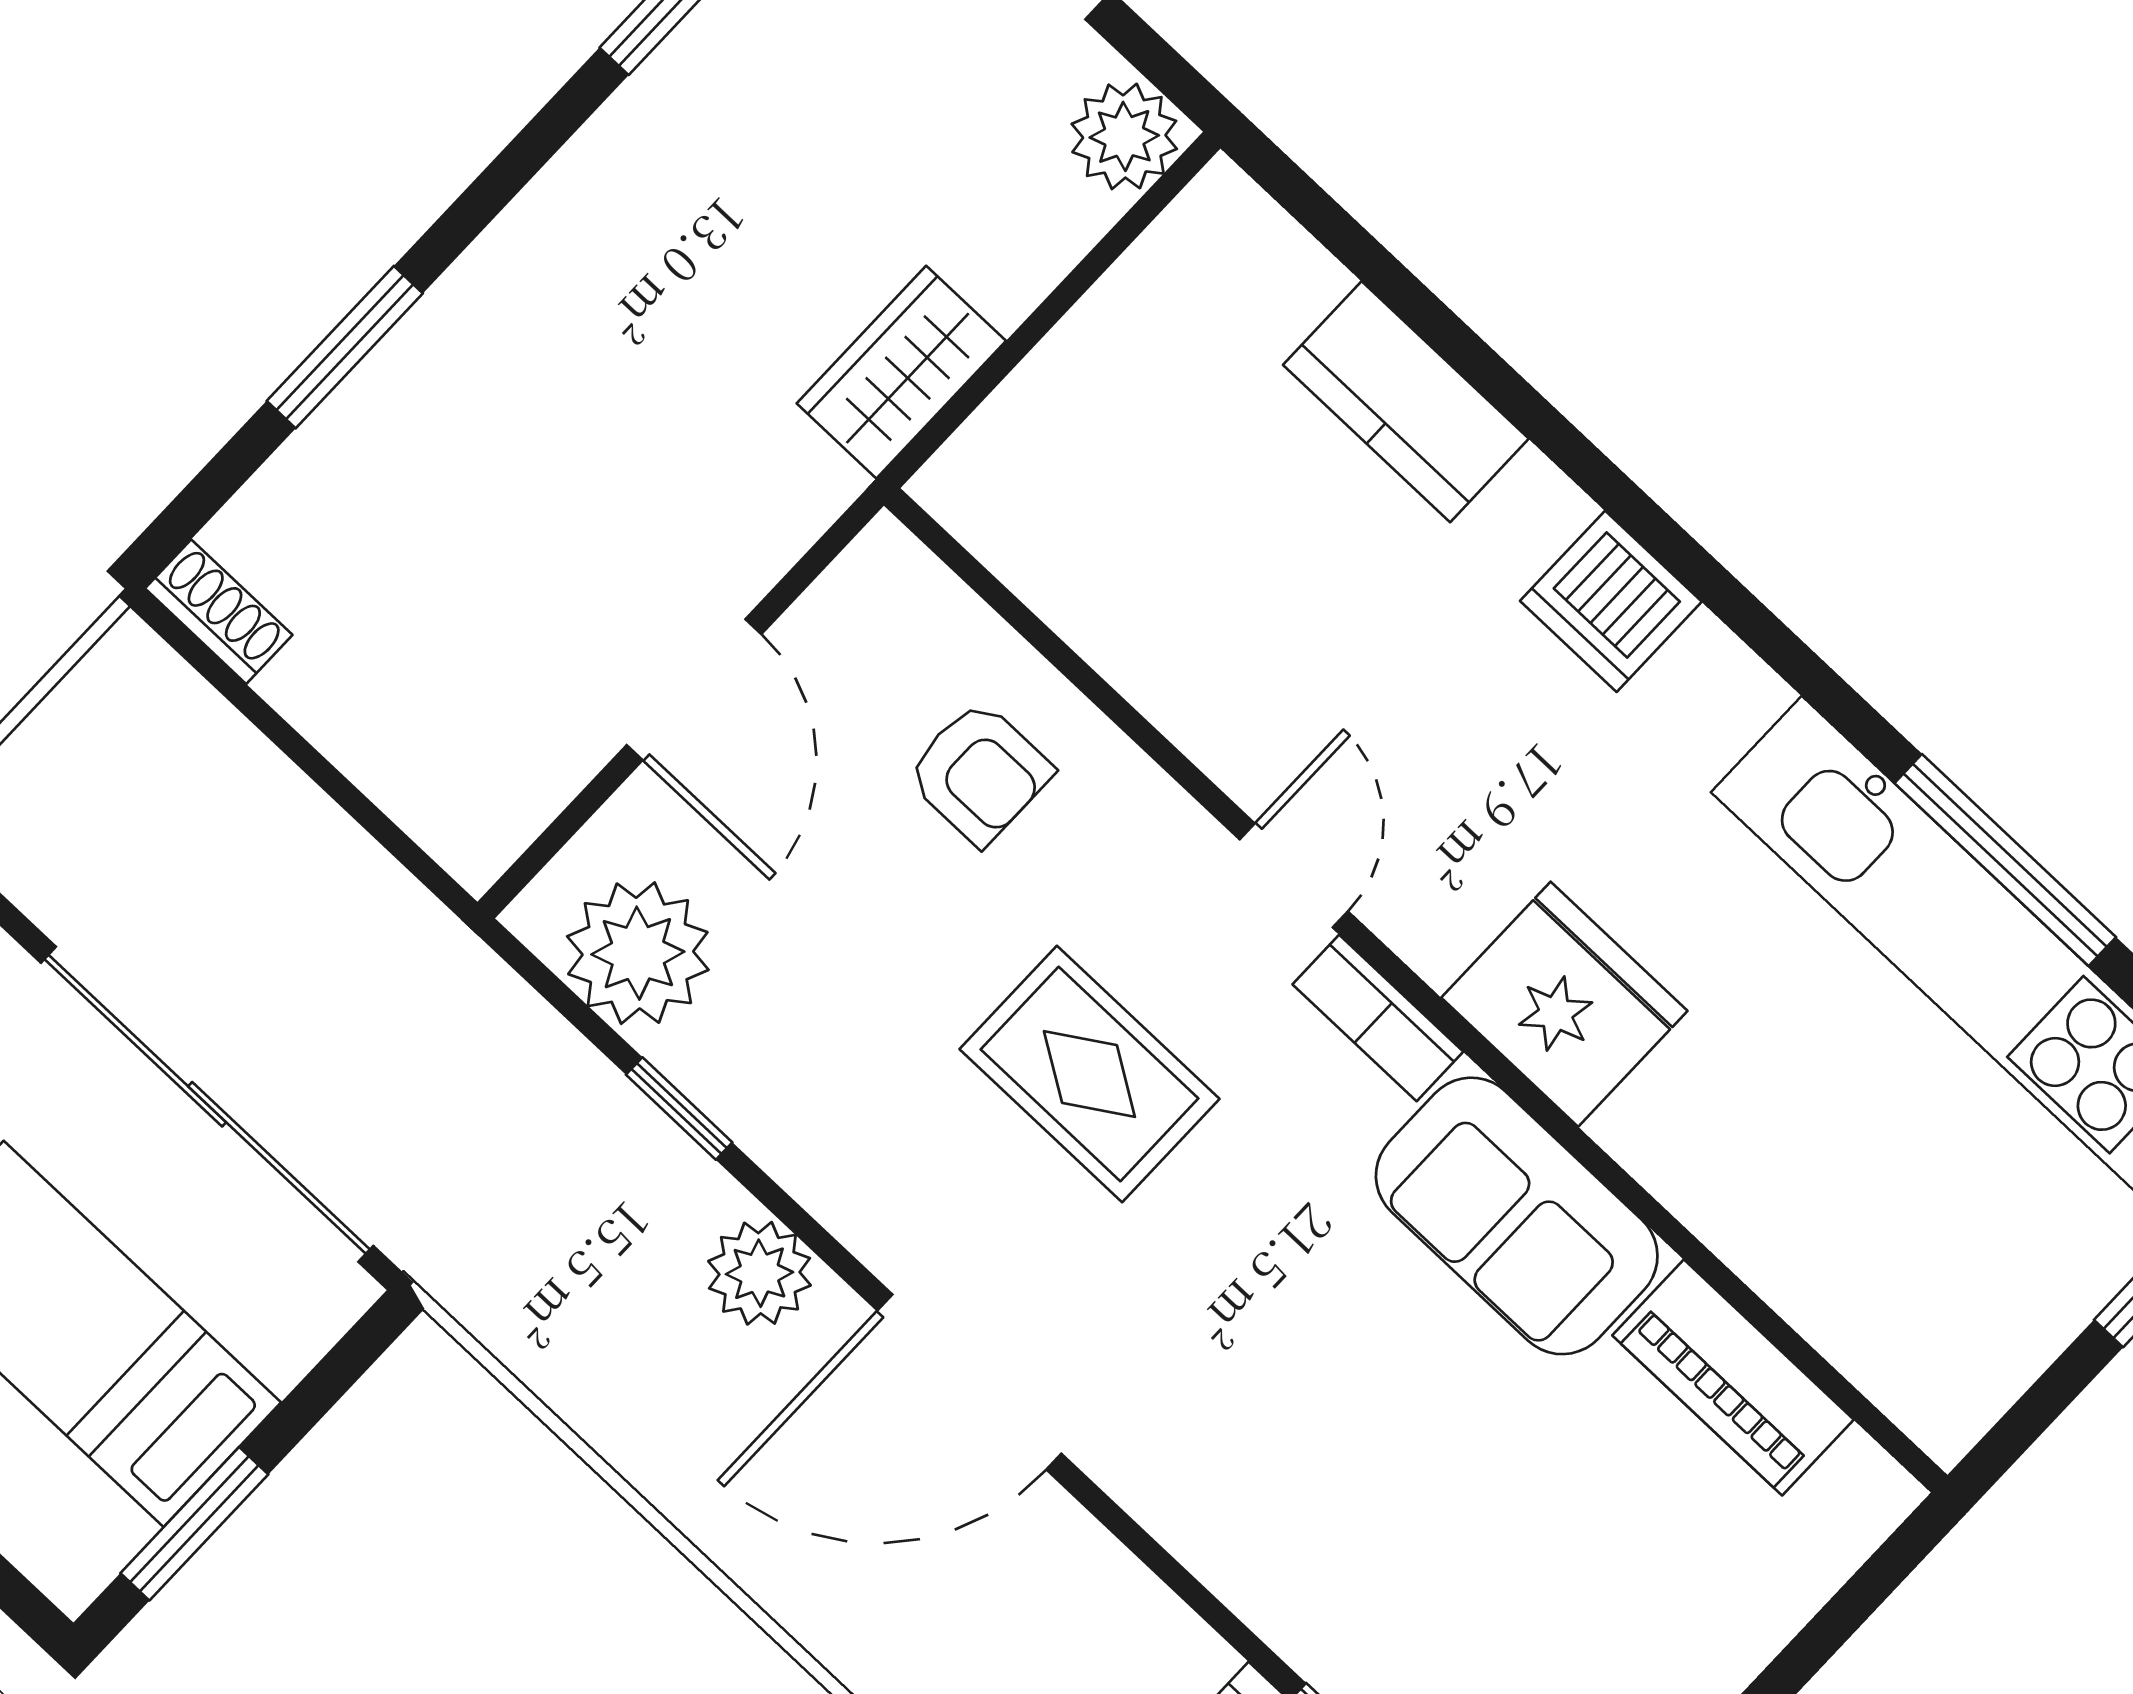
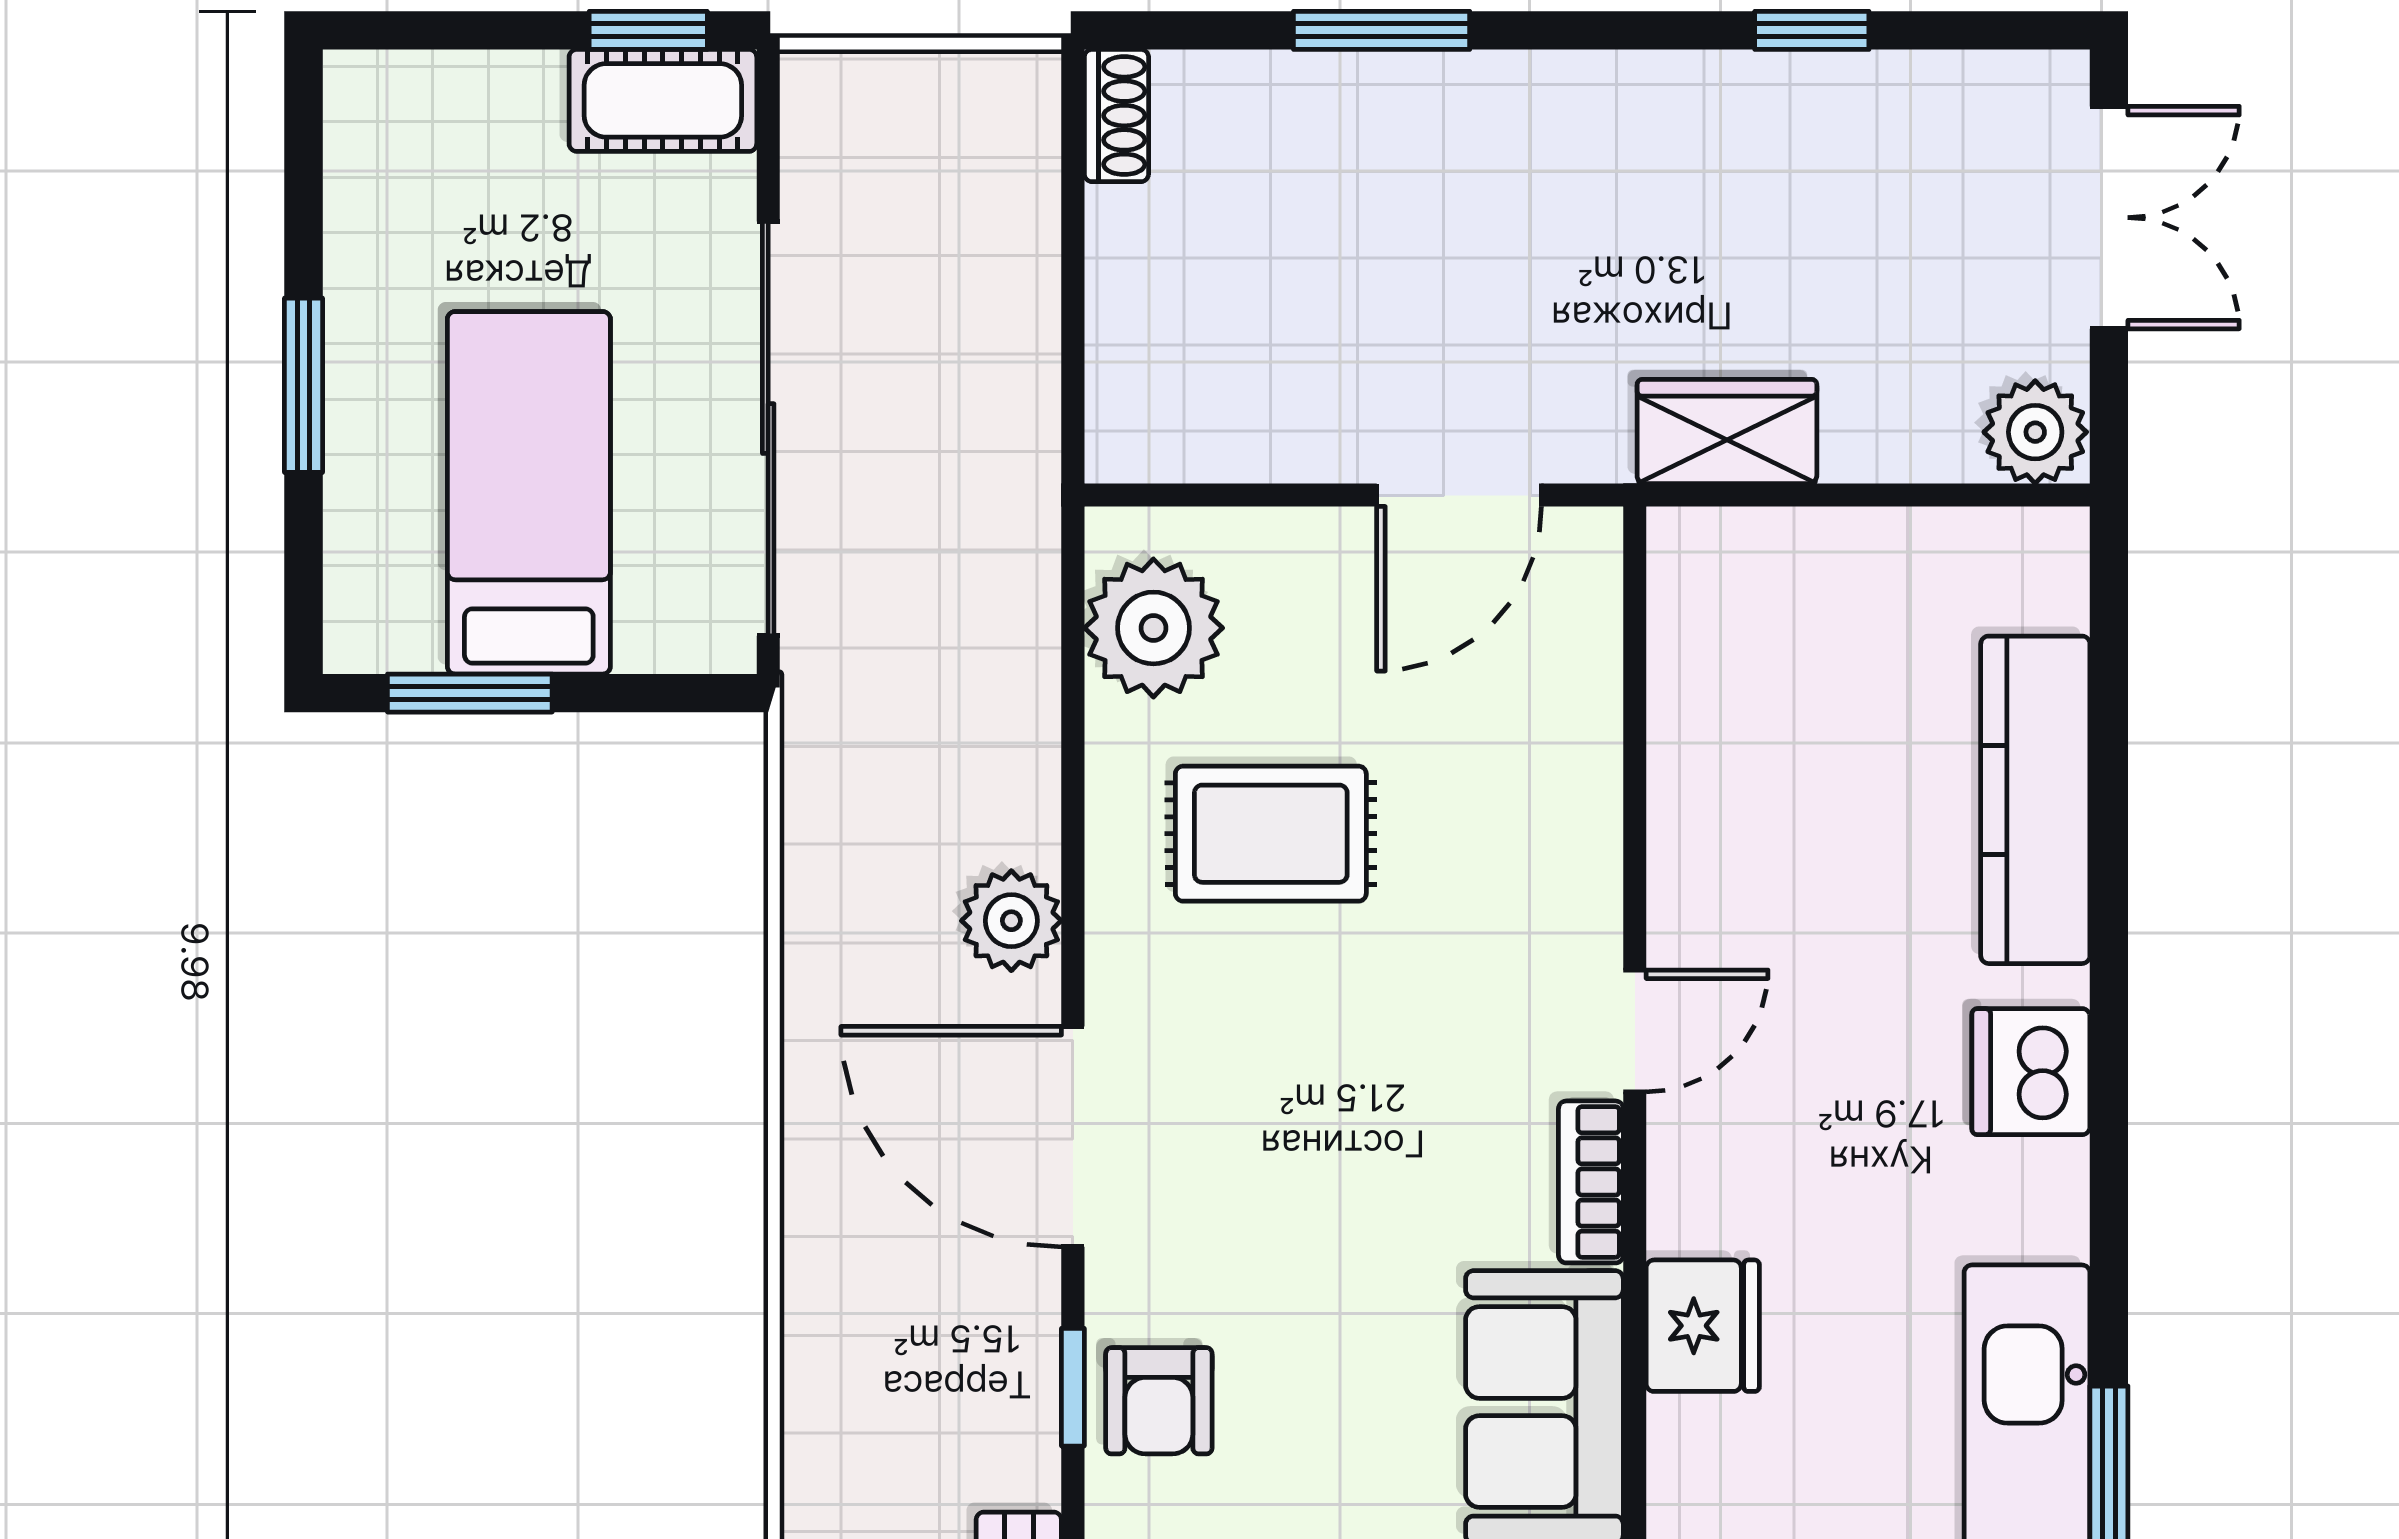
kitchen counter: (1406, 402) -> (2035, 800), width x1.50
door: (694, 690) -> (1459, 495), moved
armchair: (979, 773) -> (1159, 1401), moved
fridge: (1564, 1004) -> (1703, 1326), width x0.73, depth x0.75
rug: (1089, 1074) -> (1271, 834), moved, turned 90
window: (679, 1108) -> (1073, 1387), moved

